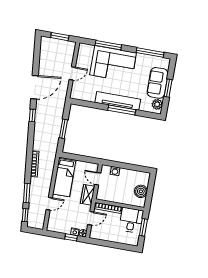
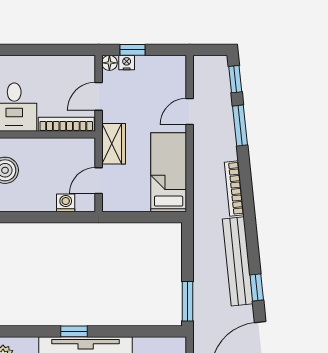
window: (122, 110) -> (74, 331), width x0.46
bench: (39, 129) -> (238, 261), added
window: (63, 129) -> (187, 301), moved
door: (98, 179) -> (99, 181), swing flipped

